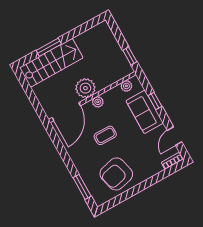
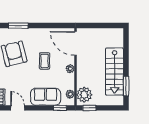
window: (49, 47) -> (126, 86), moved
stairs: (51, 63) -> (115, 72), moved
plant: (85, 88) -> (84, 95), moved
window: (155, 101) -> (60, 108), moved

